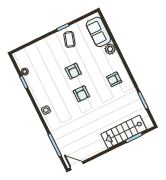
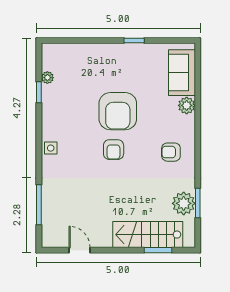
coffee table: (69, 39) -> (135, 63), removed
armchair: (73, 71) -> (118, 111), width x1.88, depth x1.88
plant: (135, 104) -> (184, 203), added
door: (77, 166) -> (79, 250), moved

